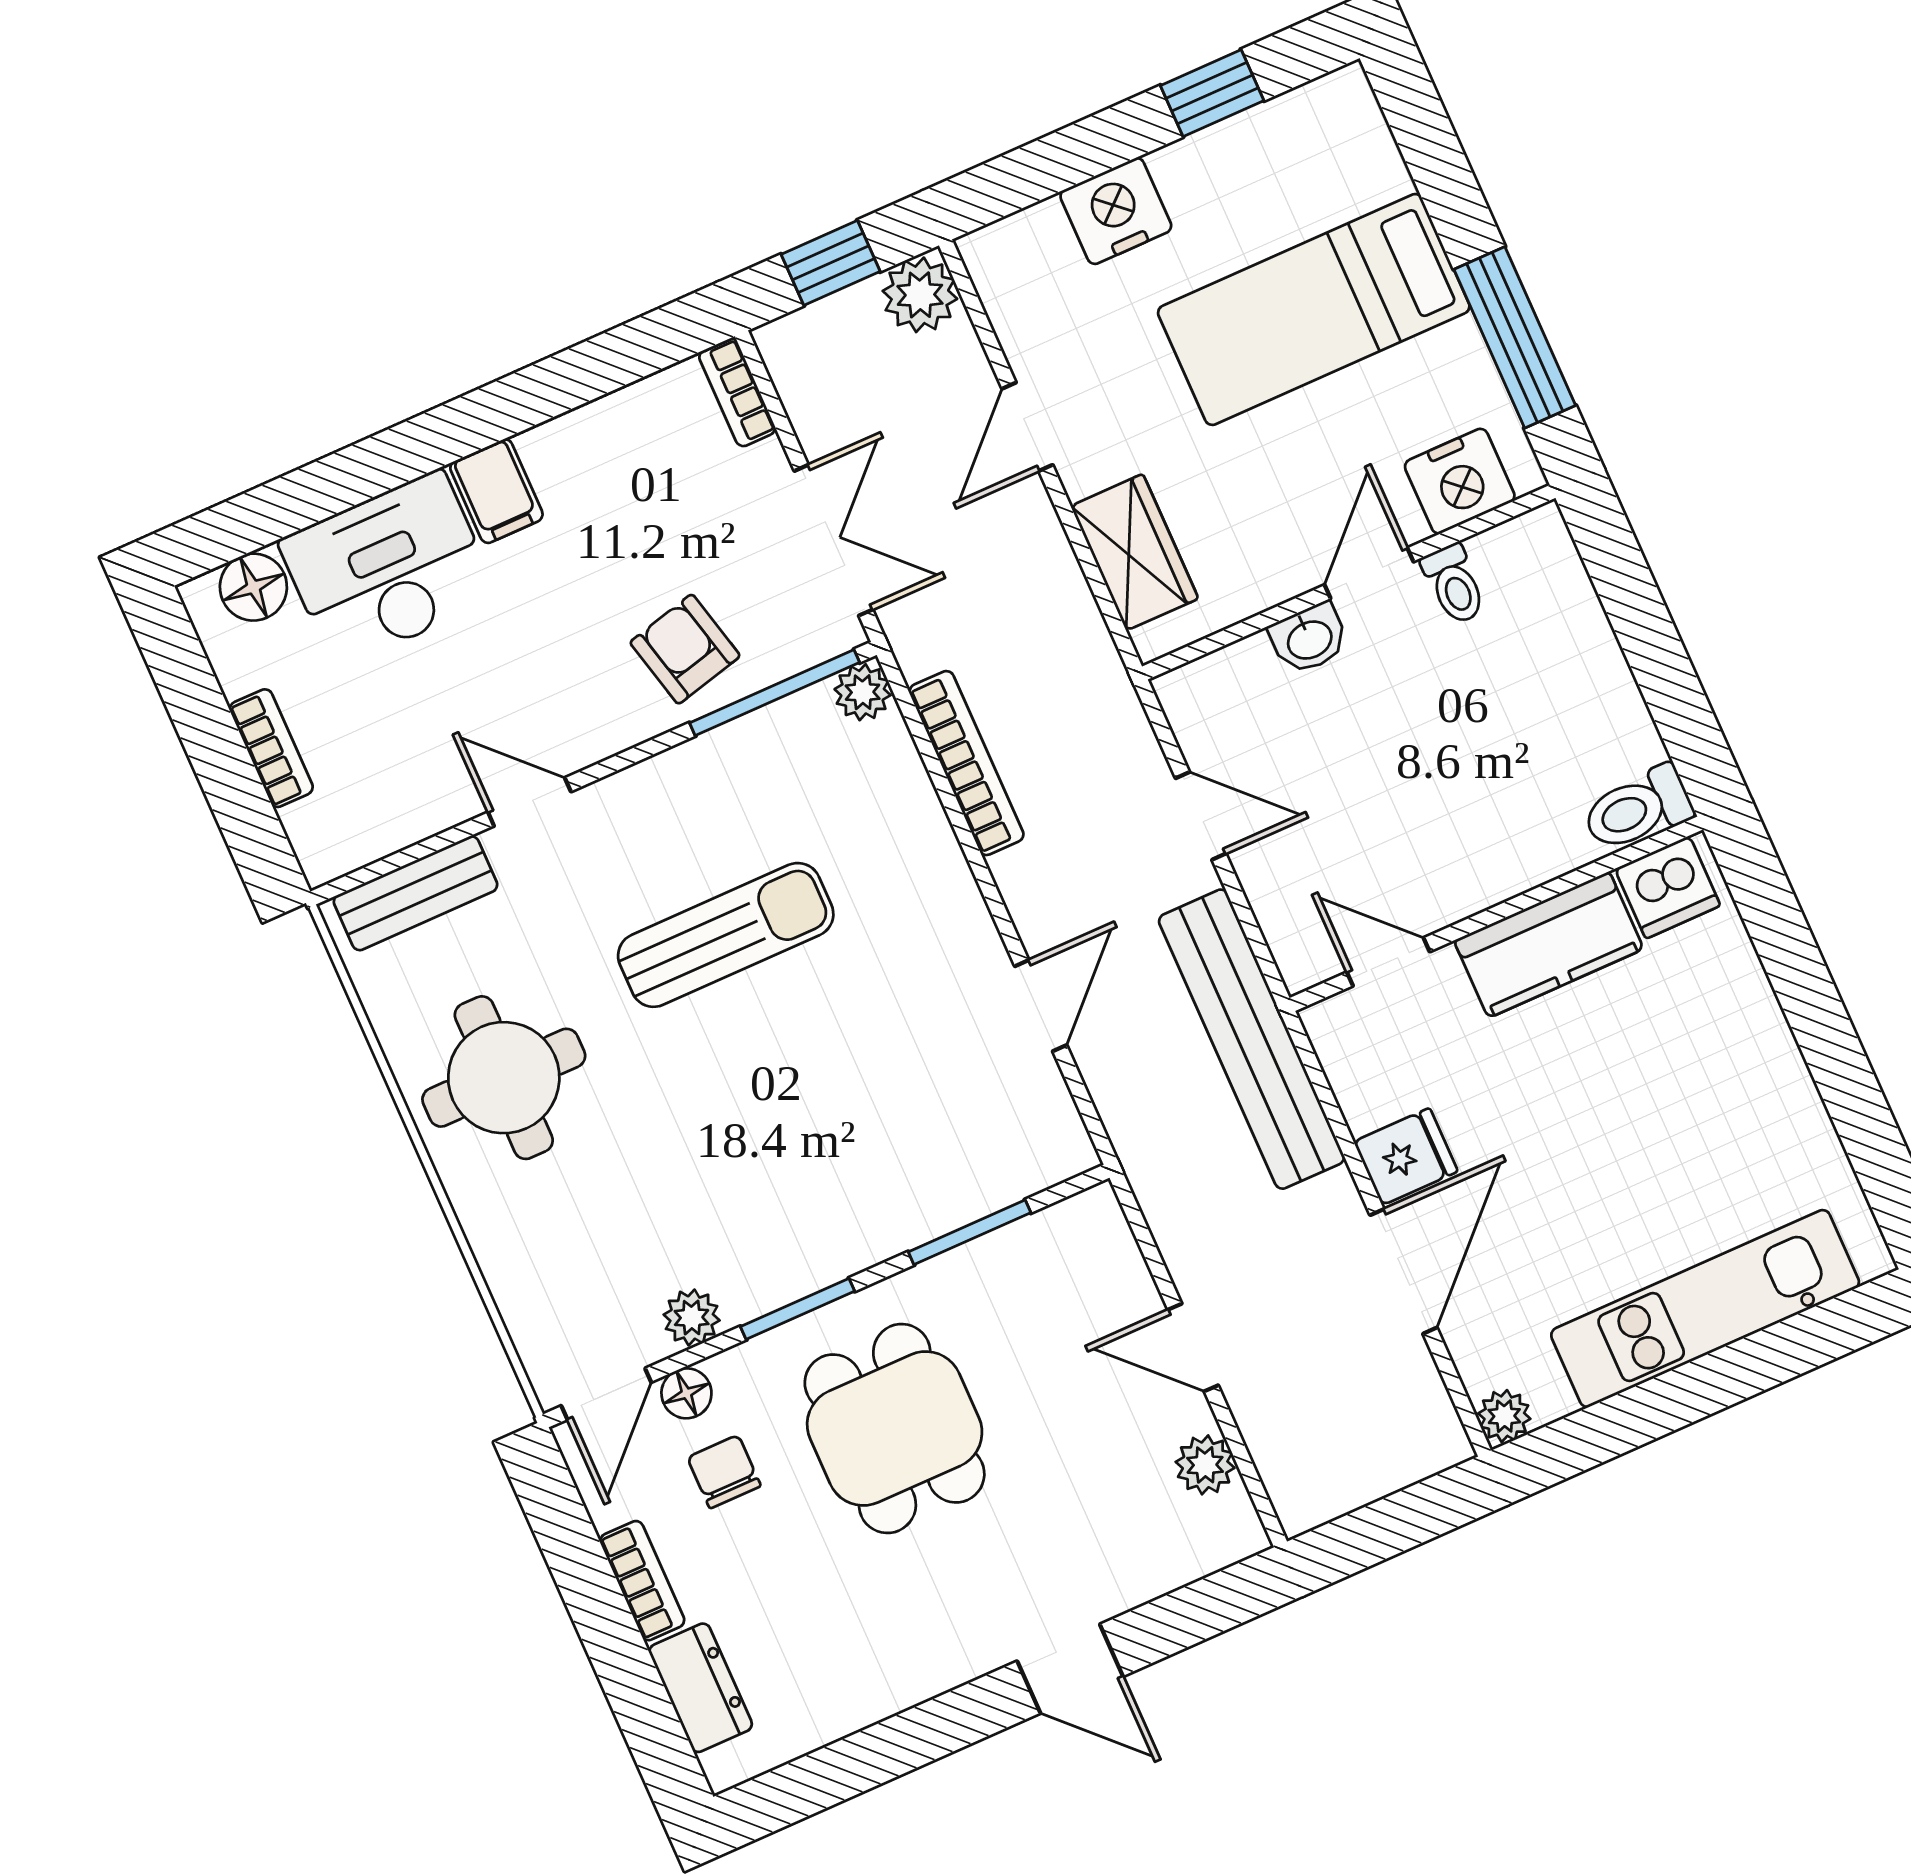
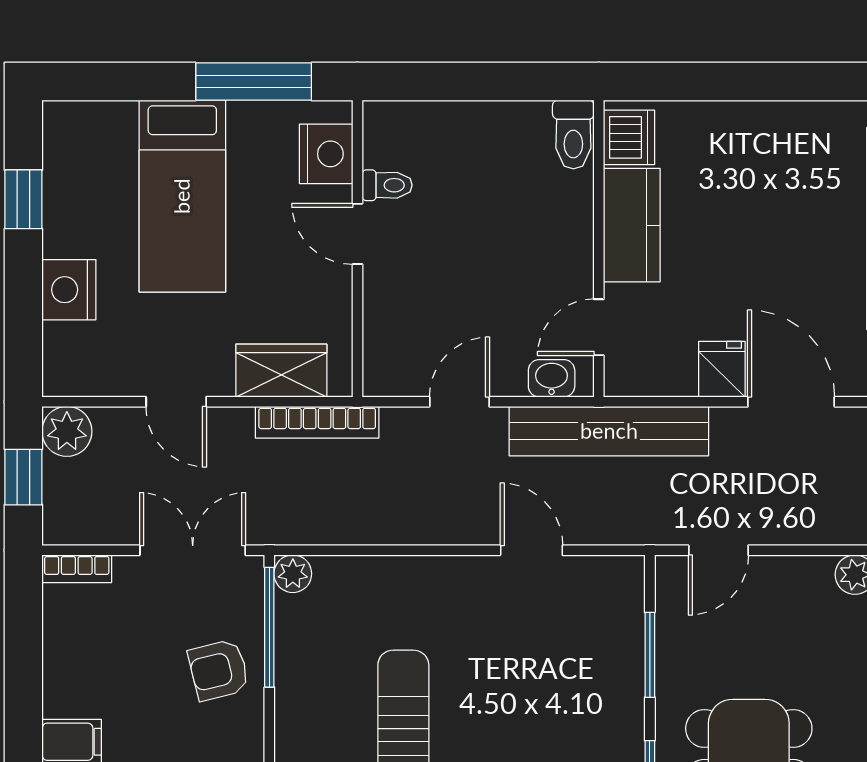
washbasin: (1309, 638) -> (552, 378), moved, turned -90
bookcase: (966, 763) -> (317, 422), moved, turned 180
door: (1193, 1348) -> (718, 550), moved

